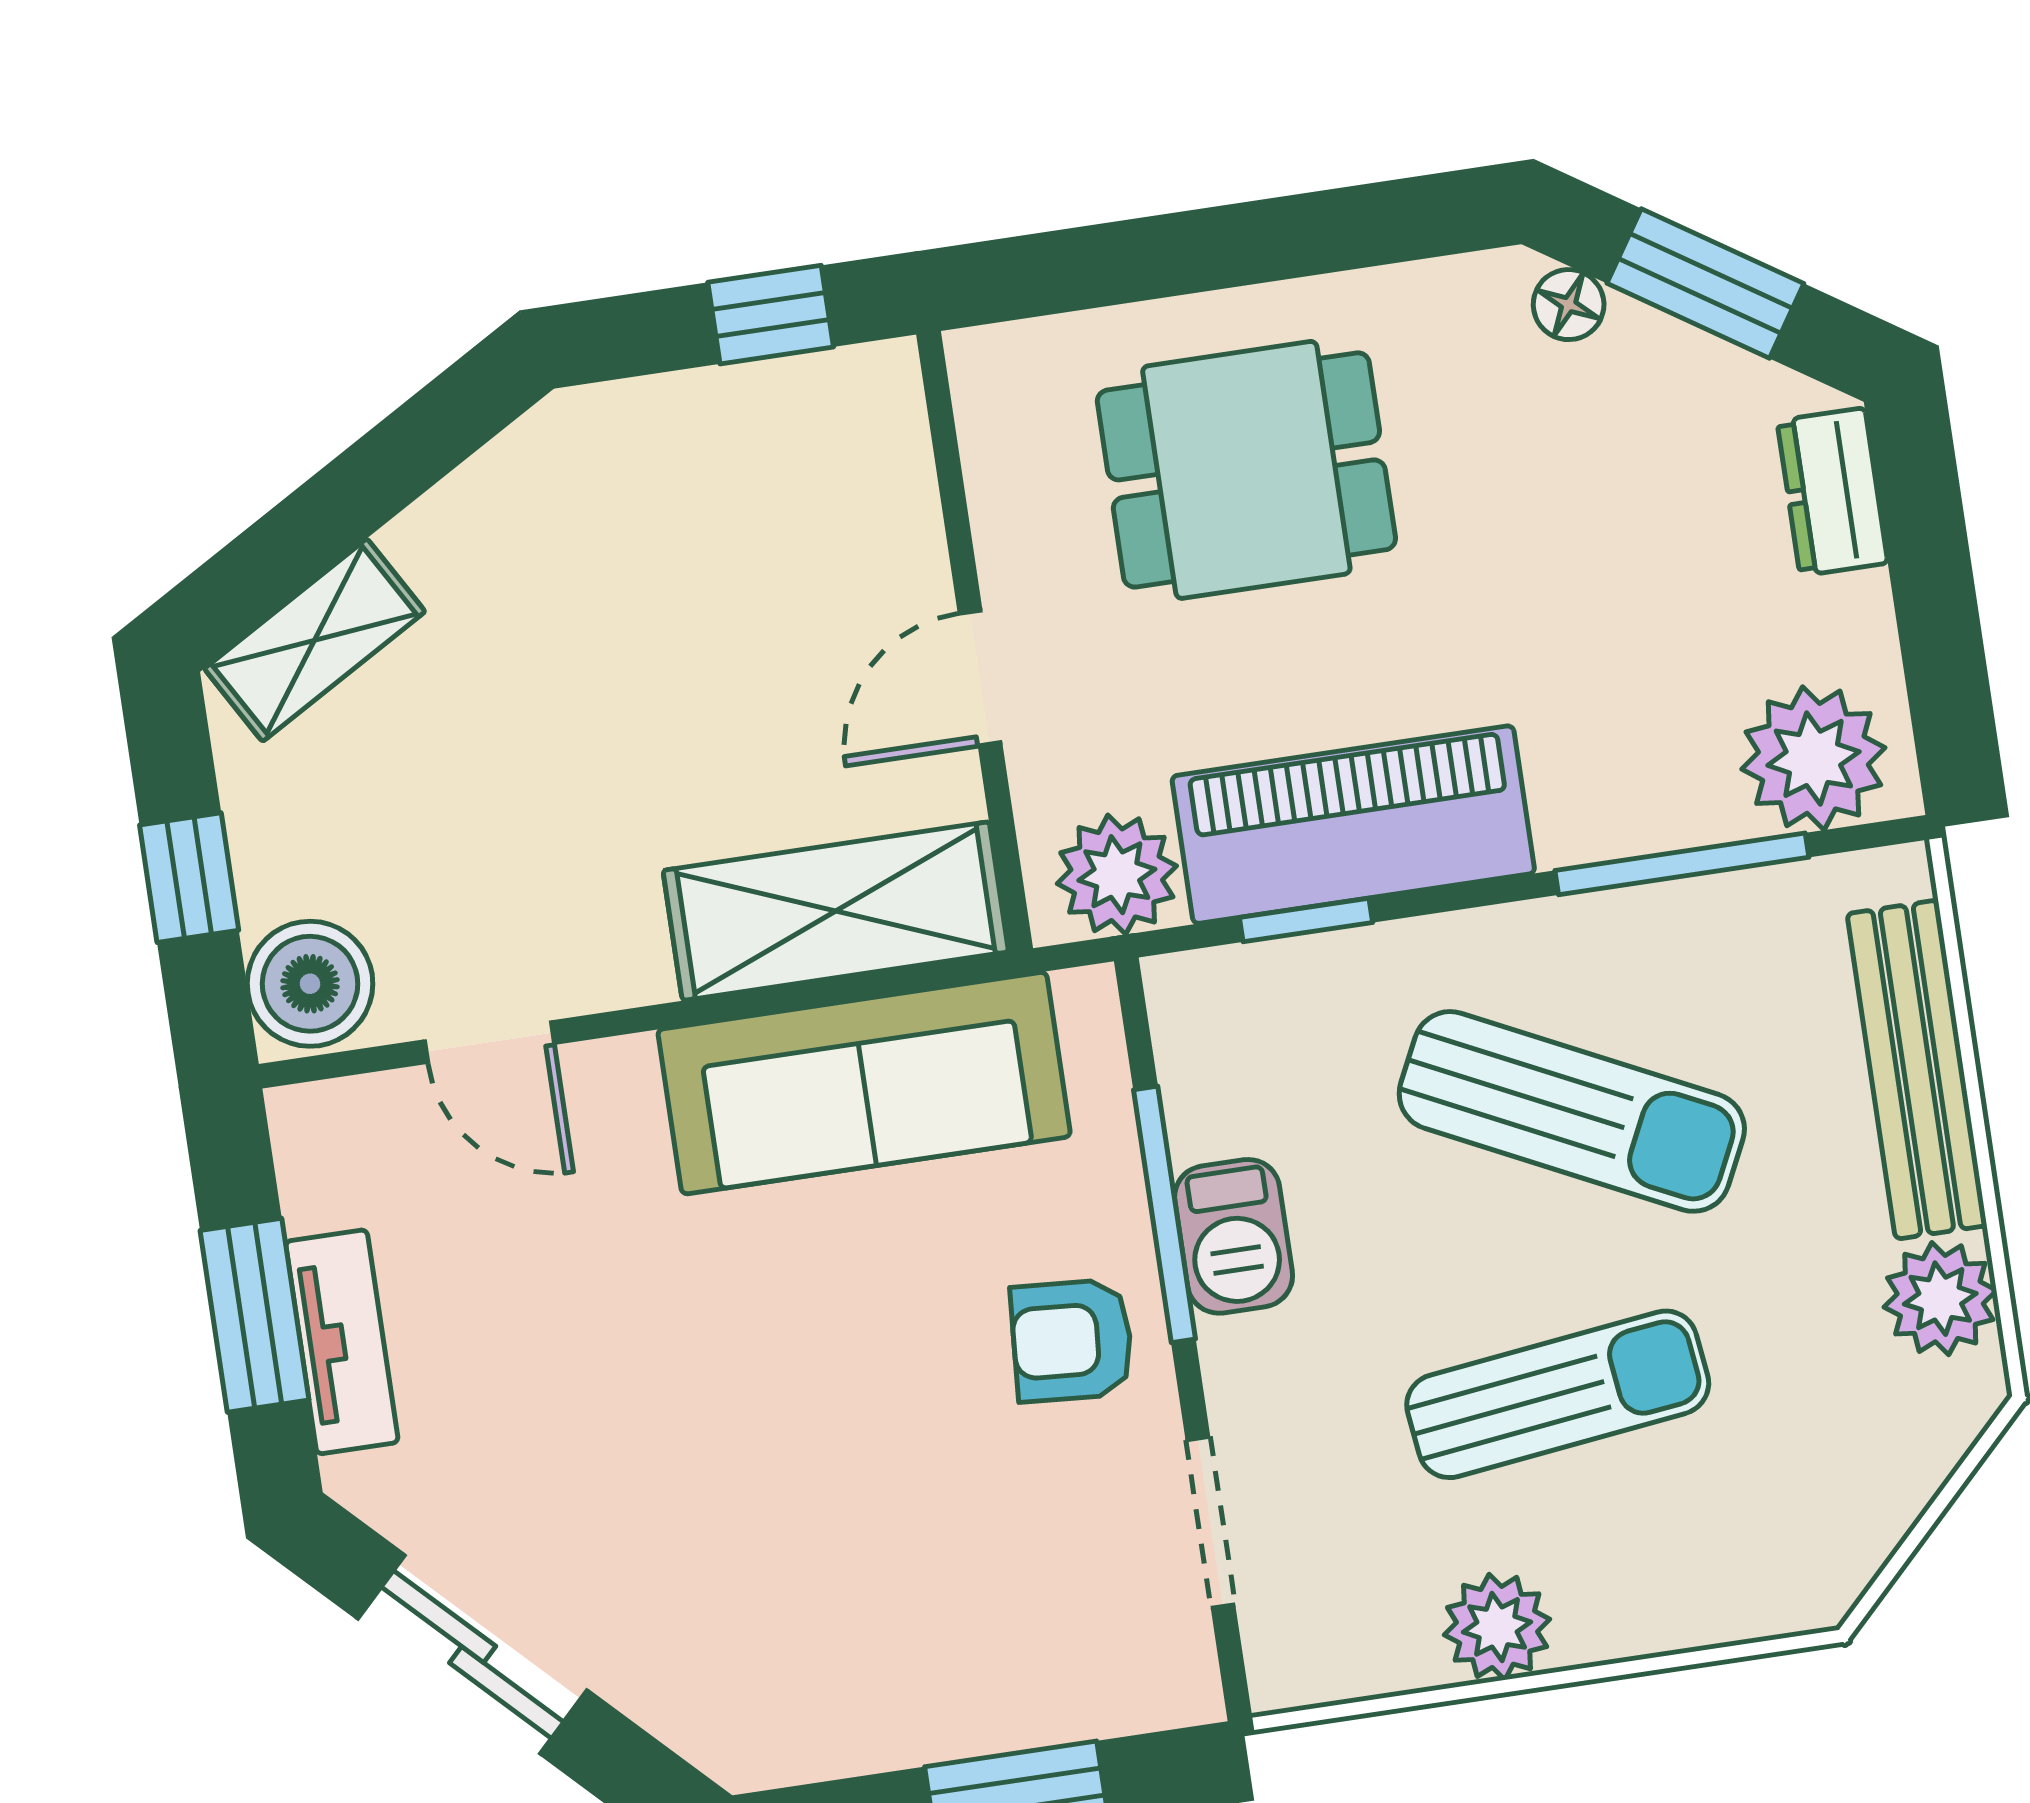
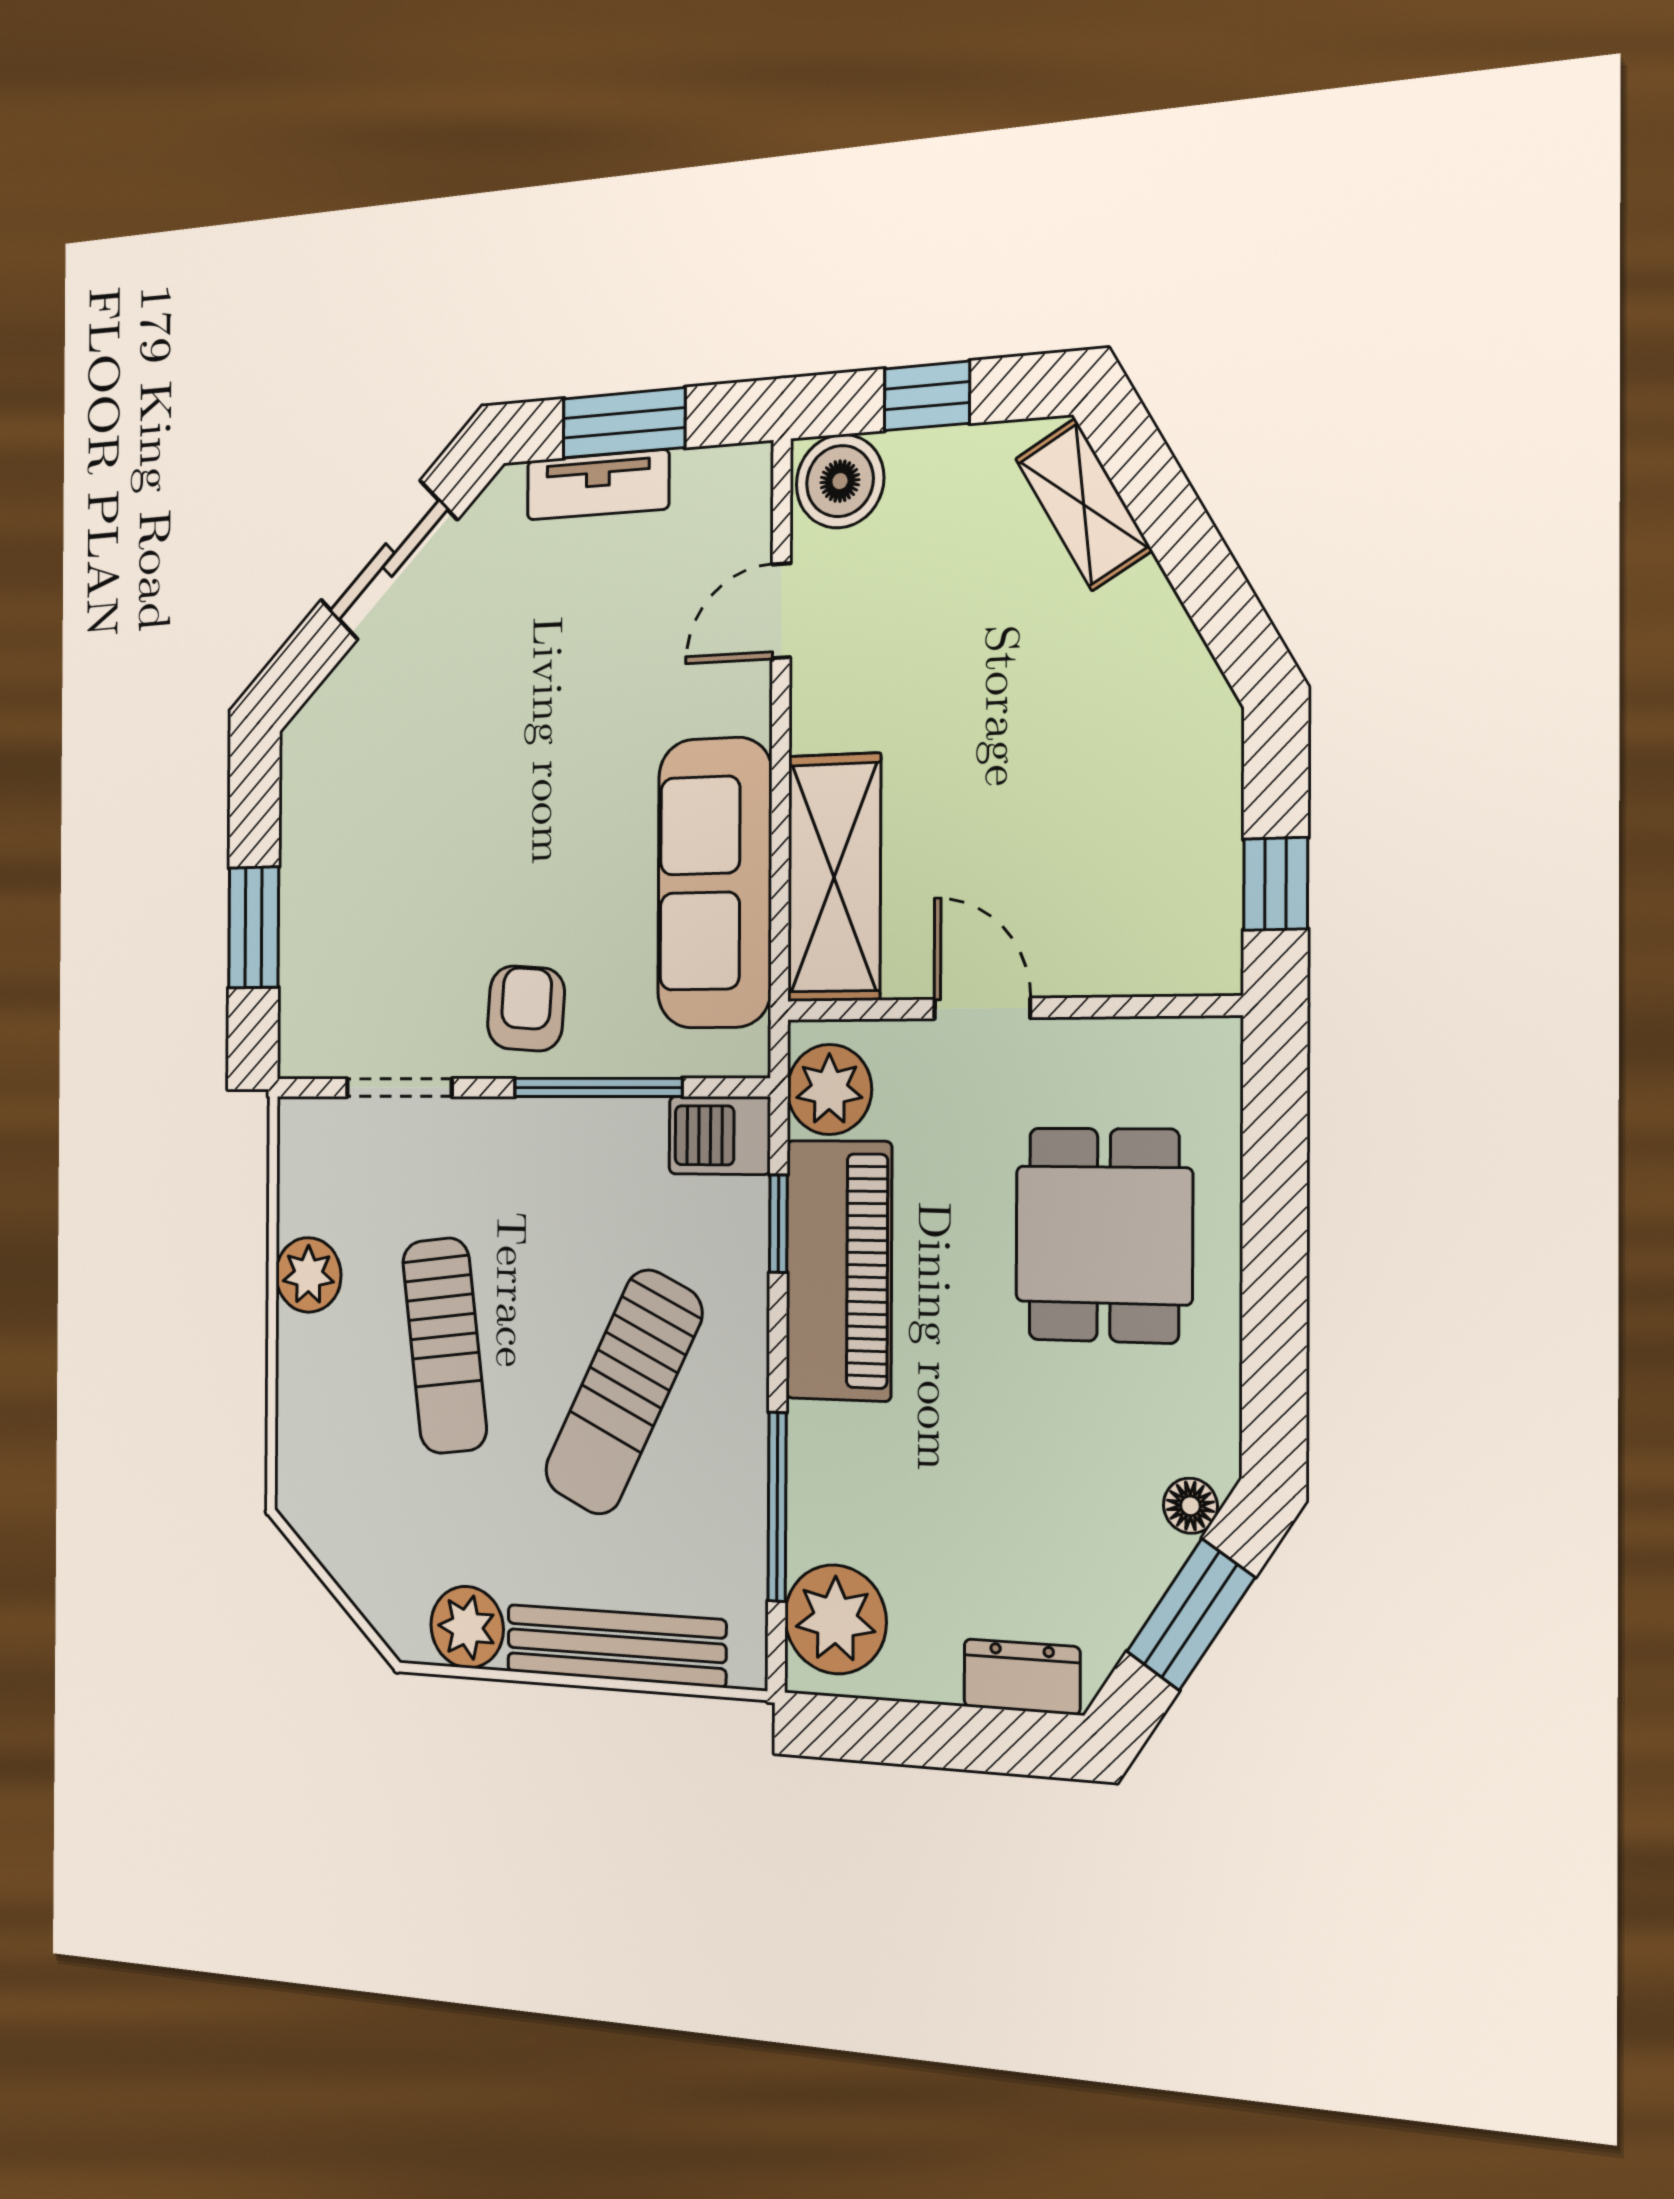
barbecue: (1234, 1236) -> (720, 1135), moved

